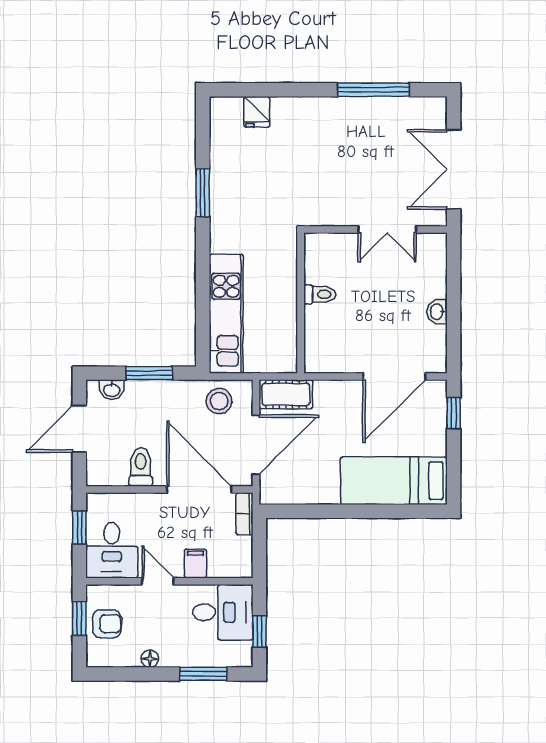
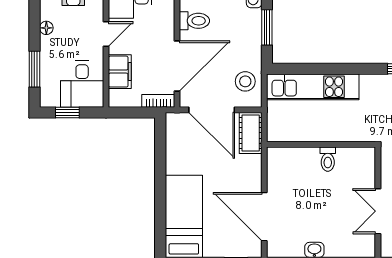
filing cabinet: (195, 563) -> (120, 72), width x2.00

